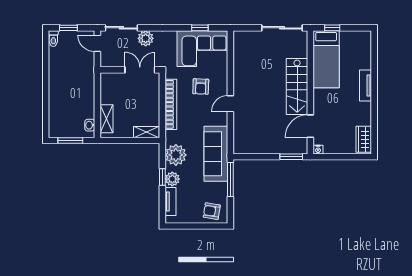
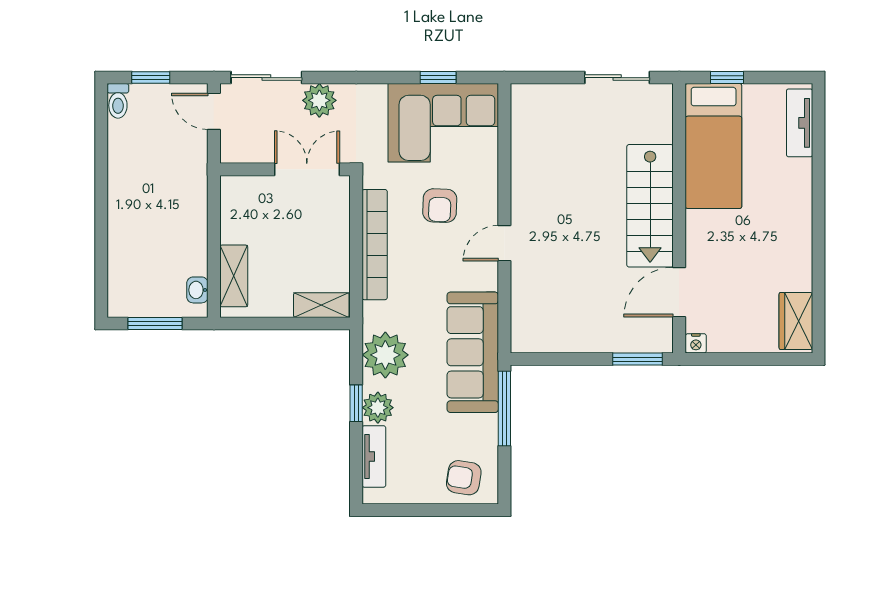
sliding door: (282, 28) -> (617, 78), width x0.73
tv unit: (366, 85) -> (800, 123), moved

